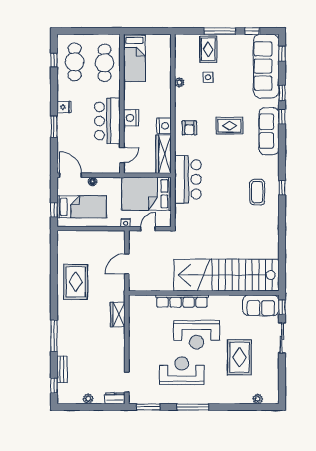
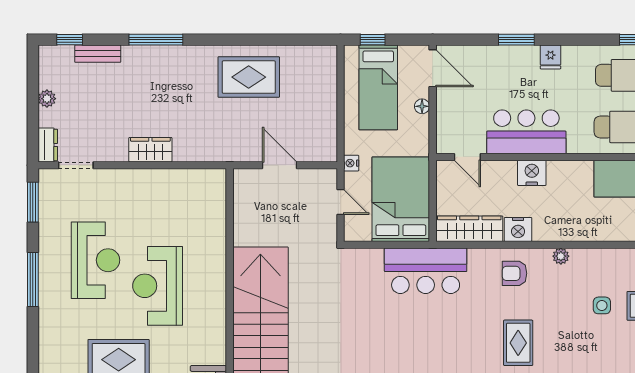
plant: (179, 82) -> (561, 256), moved
door: (71, 175) -> (433, 68), hinge flipped
row of seats: (182, 301) -> (216, 261), removed
wardrobe: (118, 314) -> (150, 150), moved

